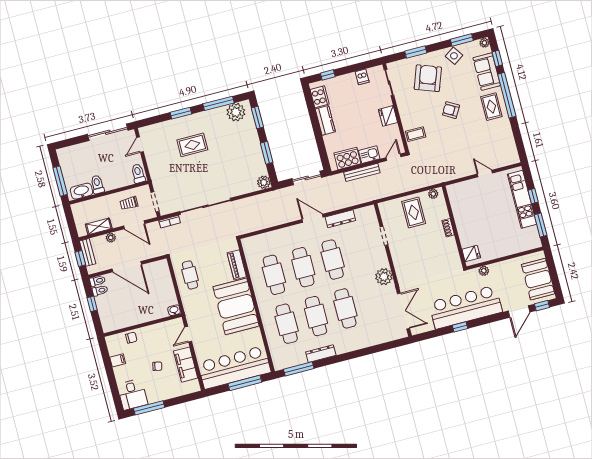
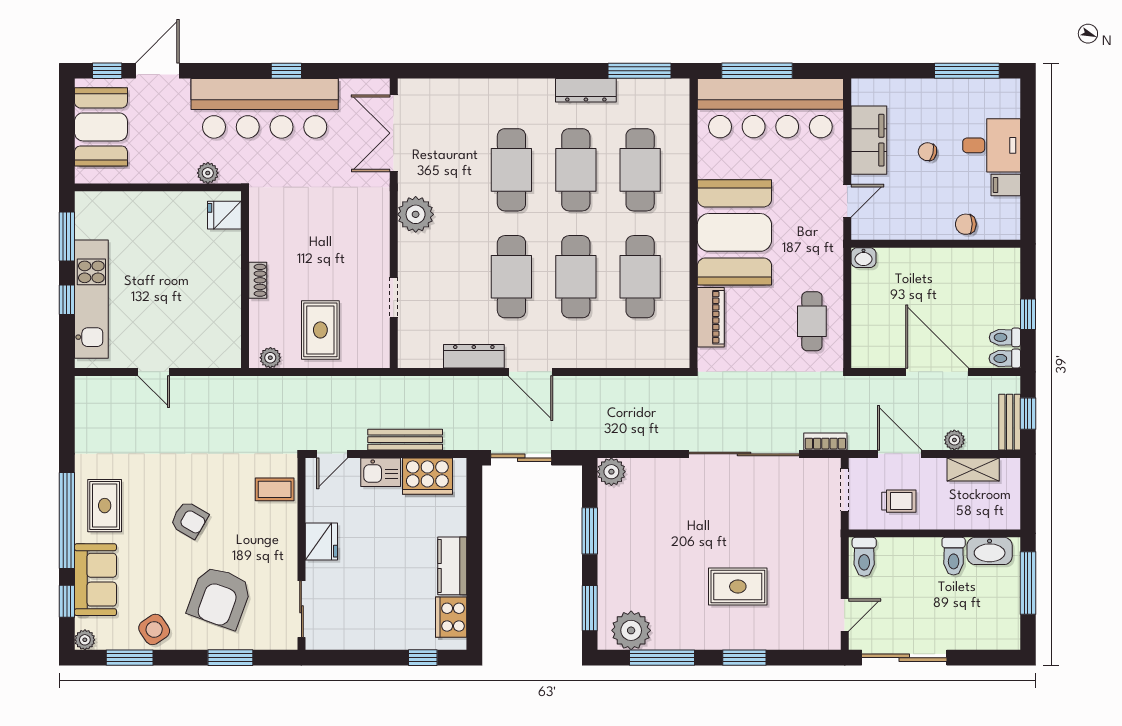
dishwasher: (362, 77) -> (353, 635), removed
desk: (132, 394) -> (992, 145), moved, turned 90

